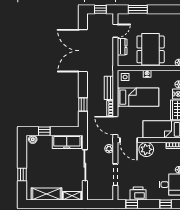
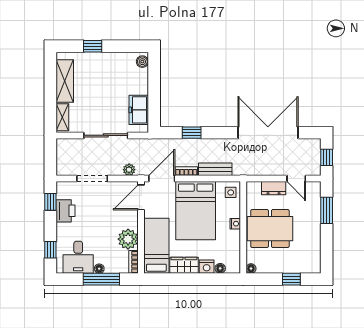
bed: (138, 97) -> (196, 211), width x1.50
window: (44, 131) -> (154, 78), removed
freezer: (67, 142) -> (139, 110), width x0.71
plant: (146, 149) -> (128, 239), moved

